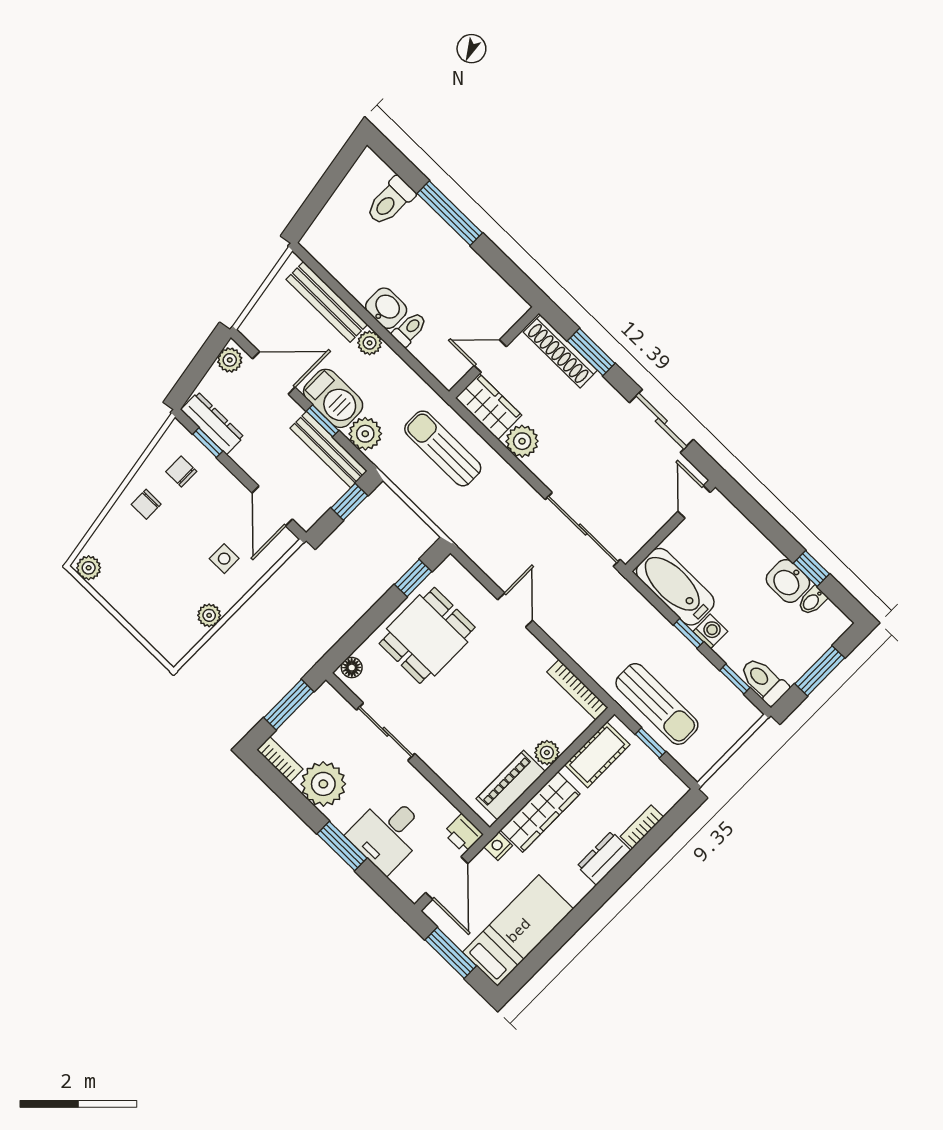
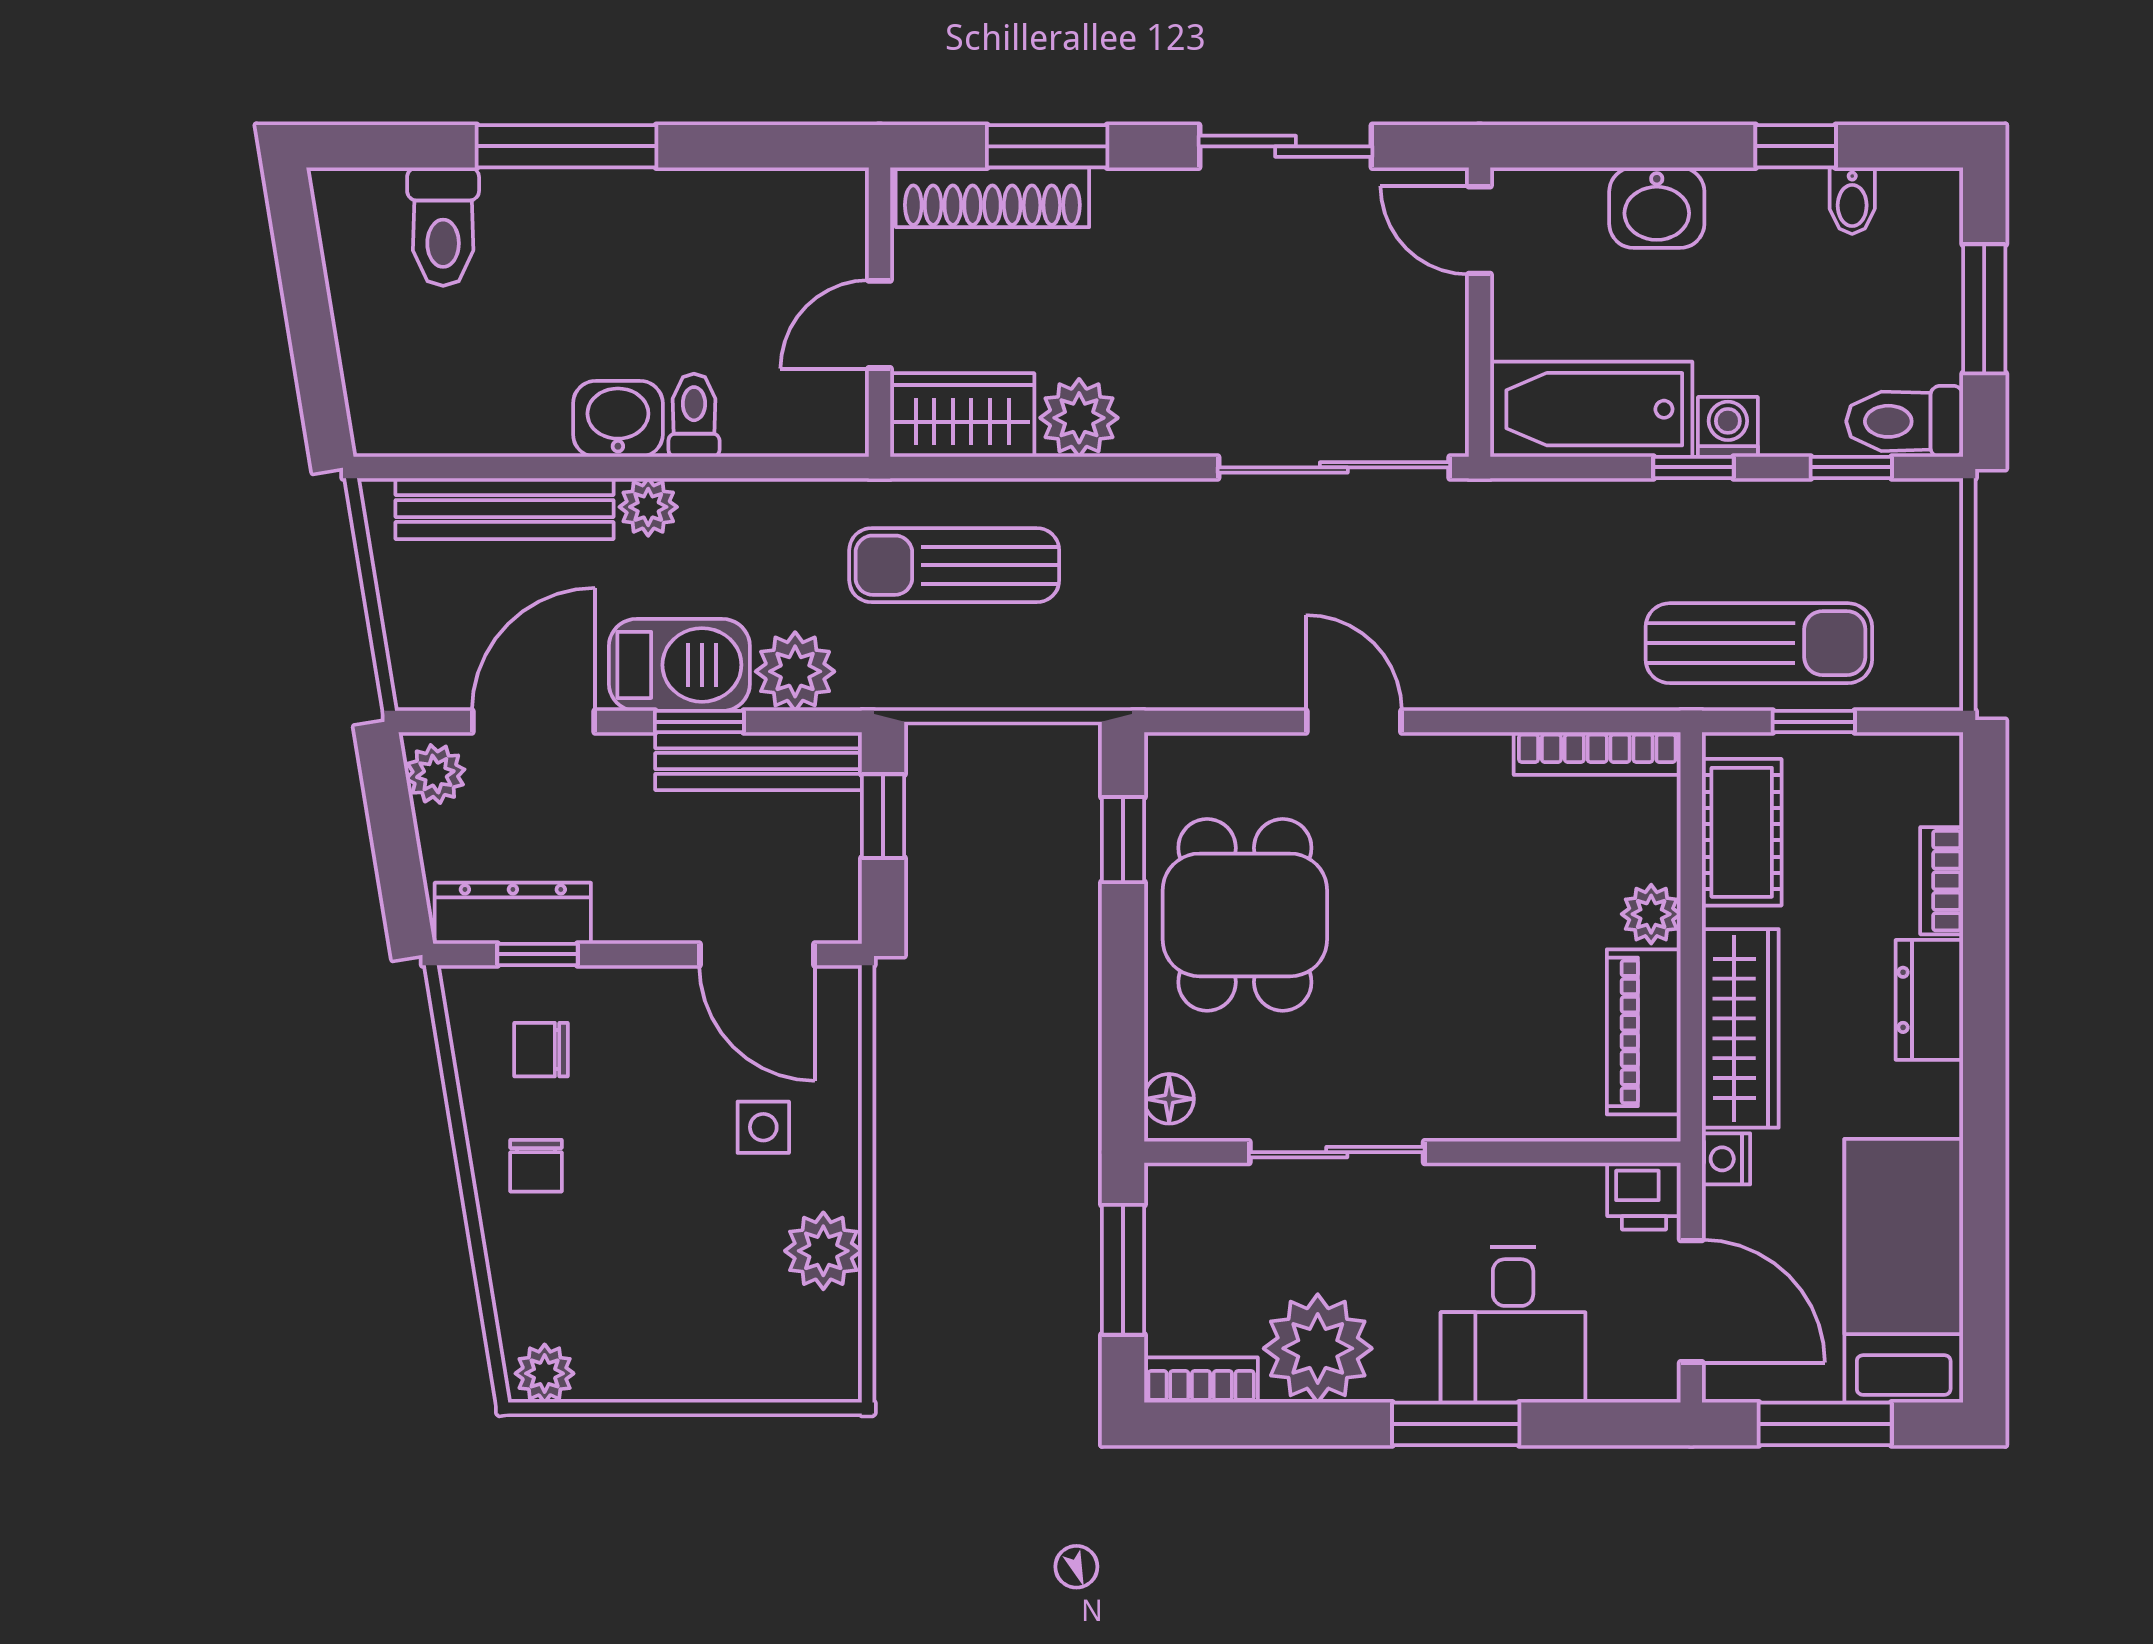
washbasin: (788, 581) -> (1657, 208), moved
plant: (209, 615) -> (823, 1251), width x1.38, depth x1.38

